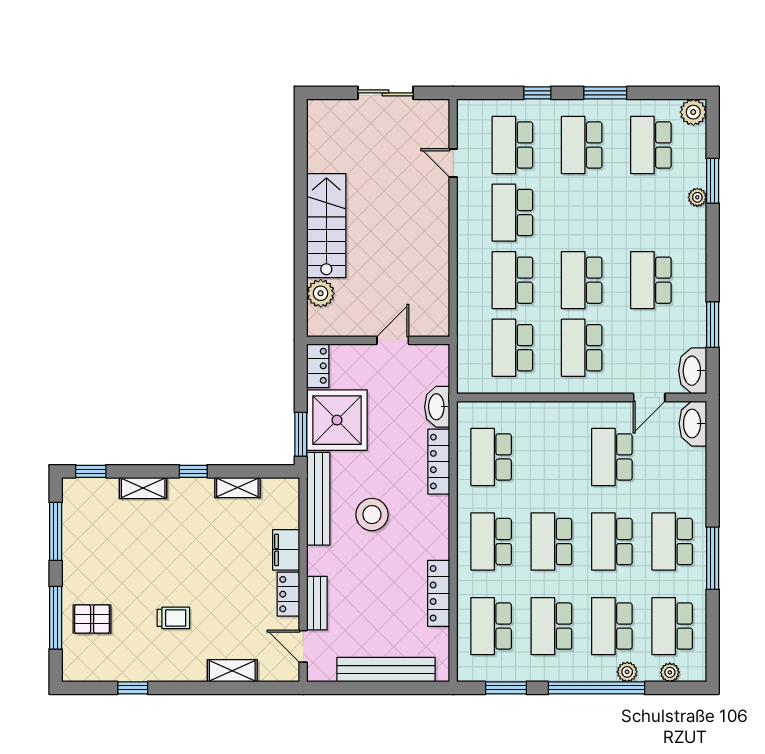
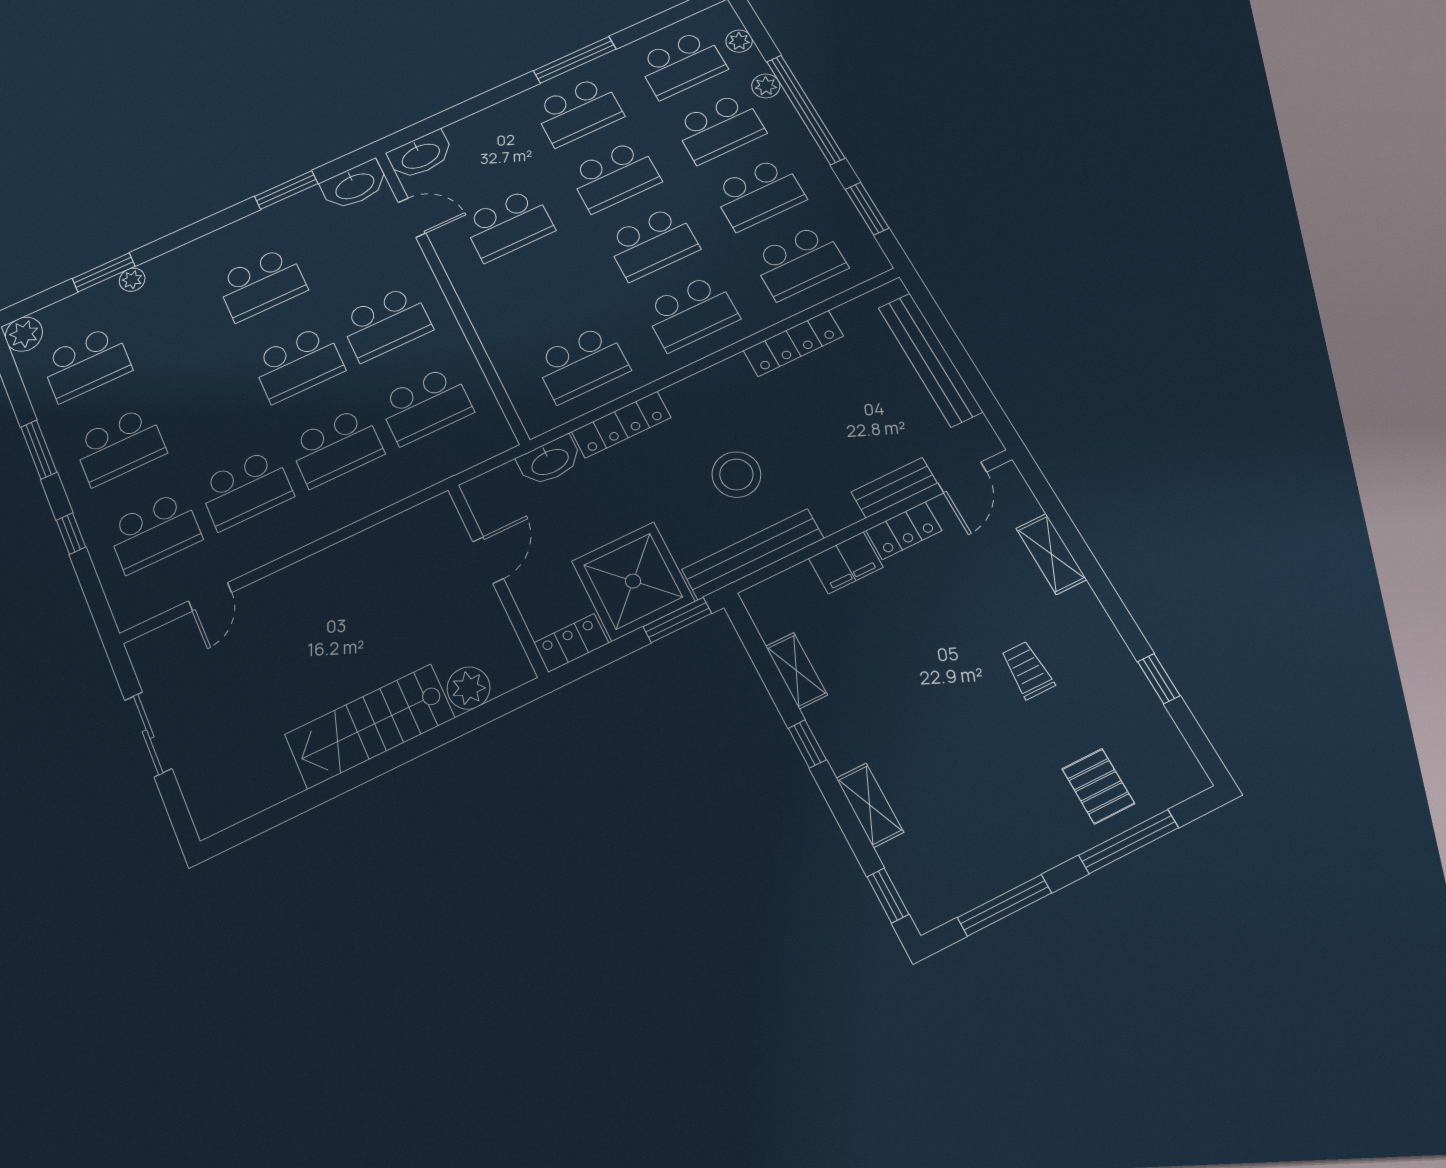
door: (393, 340) -> (488, 560), swing flipped

